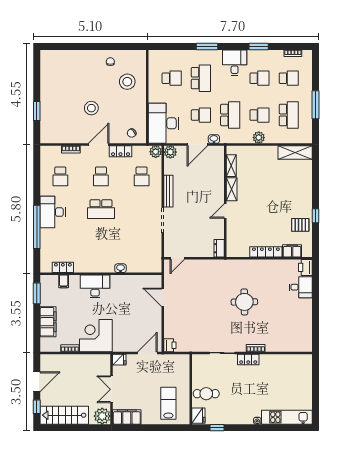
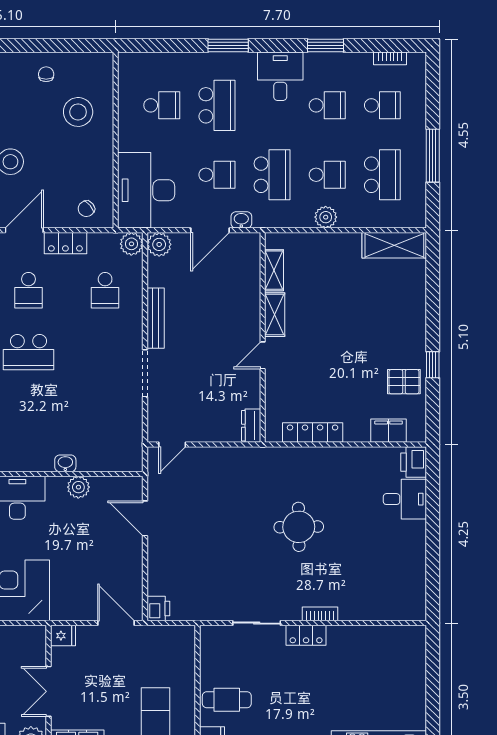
locker: (266, 252) -> (313, 432), moved
plant: (127, 281) -> (78, 487), added
door: (147, 353) -> (116, 623), hinge flipped

